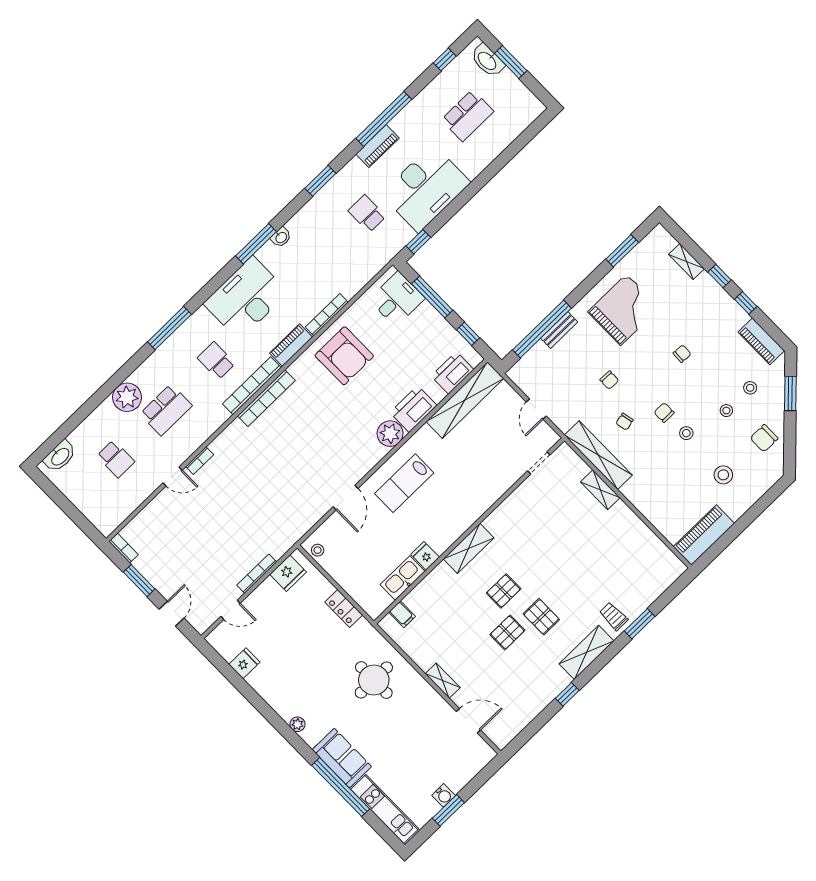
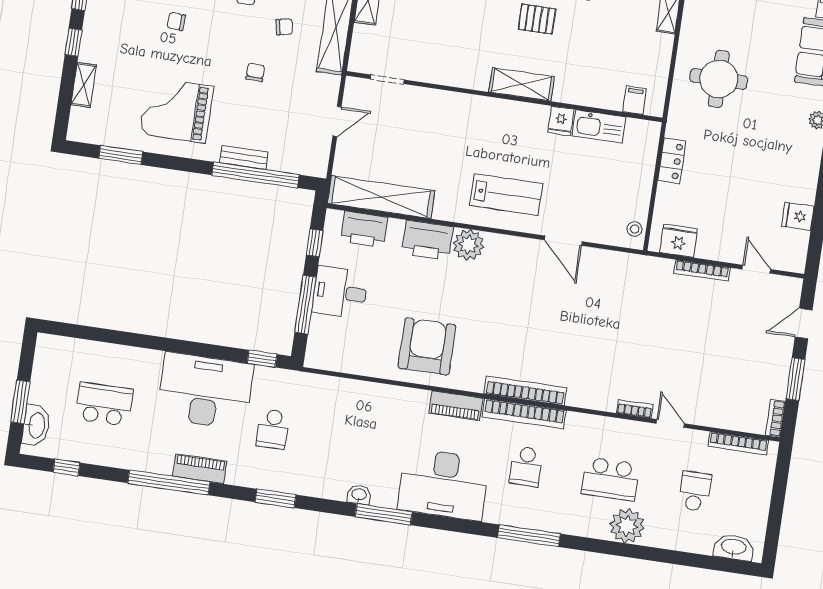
desk: (397, 299) -> (340, 292), moved
bookcase: (327, 315) -> (738, 443), moved
school desk: (166, 410) -> (610, 479), turned 180
door: (345, 498) -> (563, 241), swing flipped

